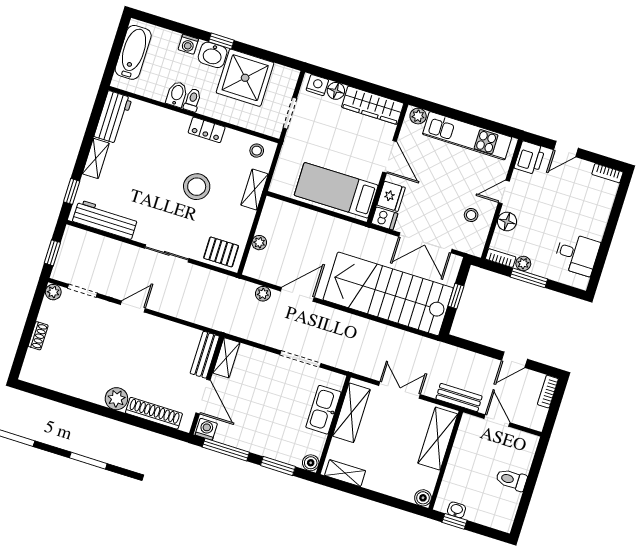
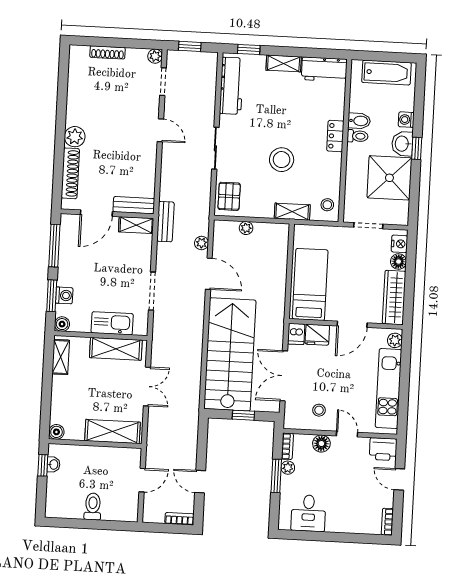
locker: (207, 130) -> (335, 136), moved
shoe rack: (38, 336) -> (108, 52), width x1.43
bench: (459, 398) -> (165, 222), moved
washing machine: (206, 429) -> (64, 295), moved

